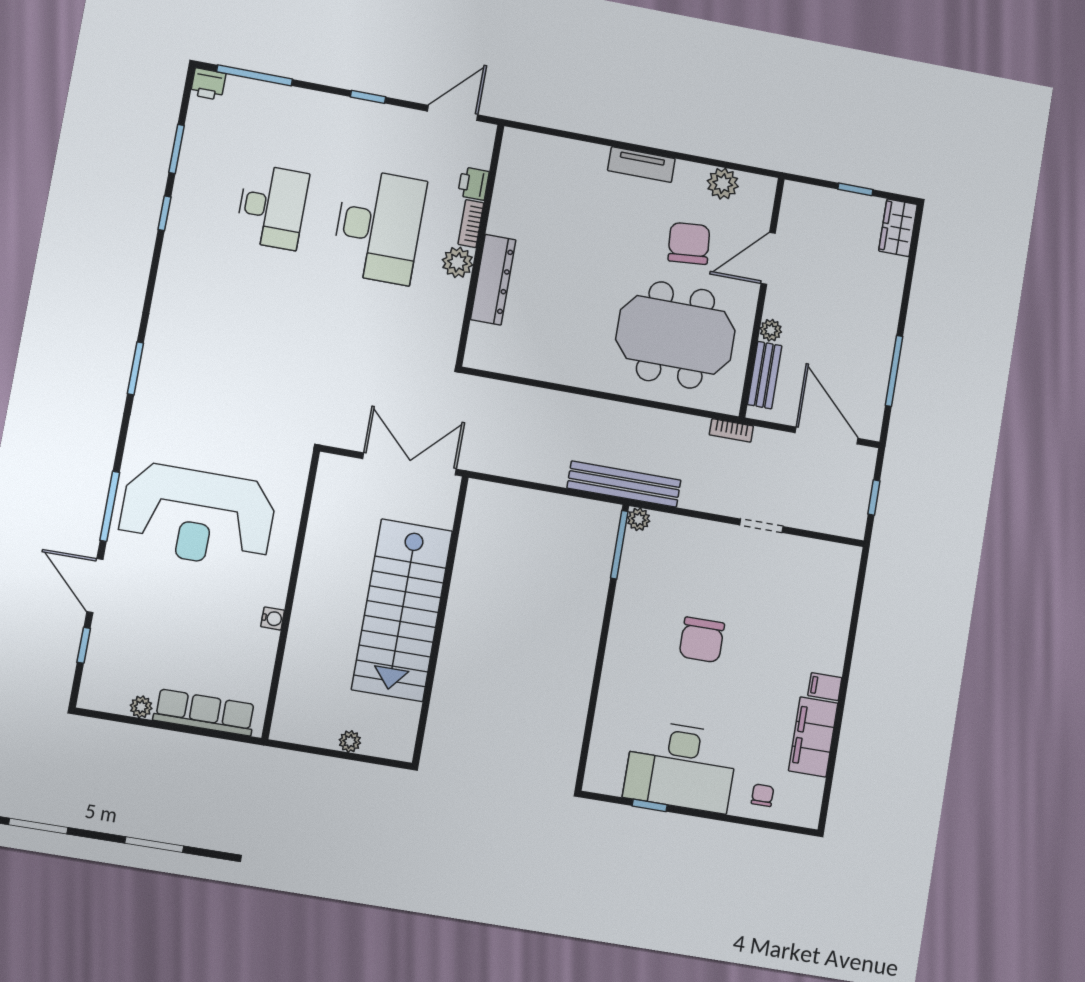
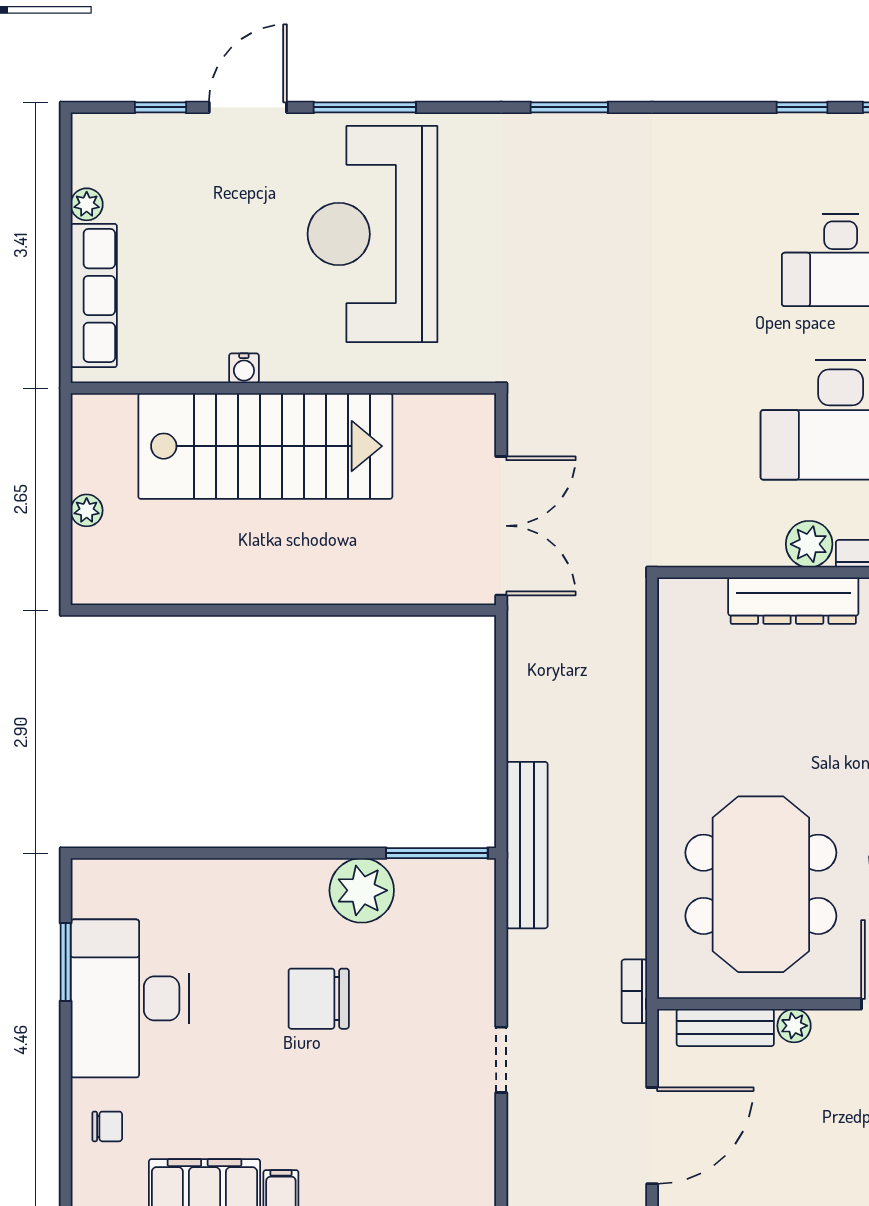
plant: (639, 519) -> (362, 890), moved, width x1.87, depth x1.87
stairs: (402, 610) -> (265, 446), moved, turned 180
window: (650, 805) -> (66, 962), width x1.50

